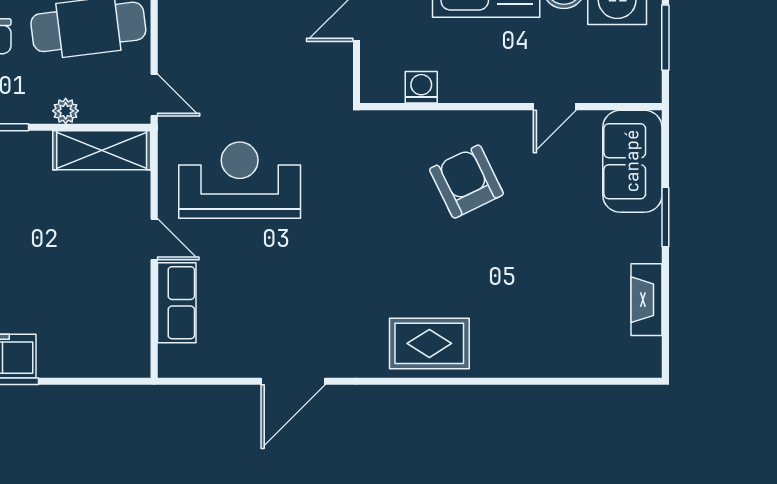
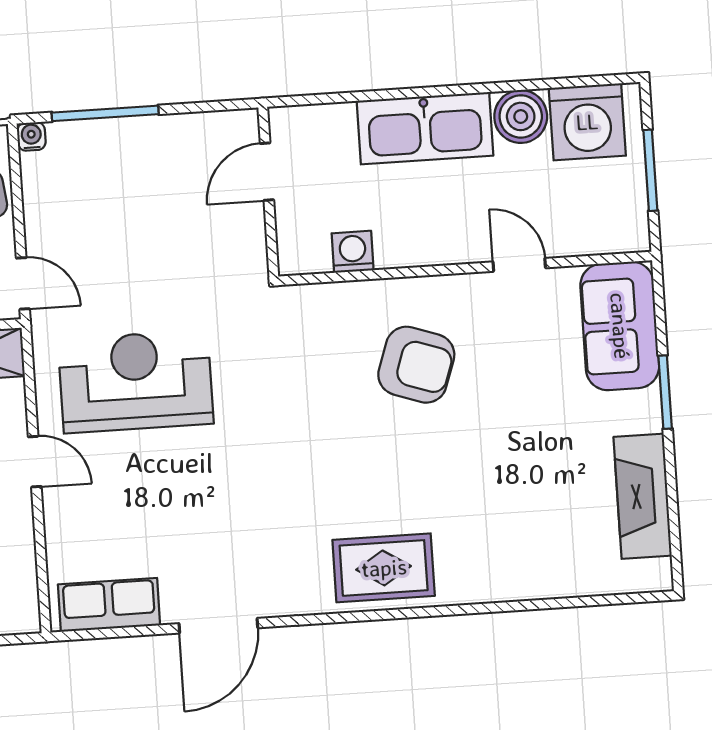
door: (555, 107) -> (519, 265), swing flipped
armchair: (466, 182) -> (416, 365), turned 135
fireplace: (647, 300) -> (643, 496), width x1.37, depth x1.32
row of seats: (177, 303) -> (109, 605), moved, turned -90

